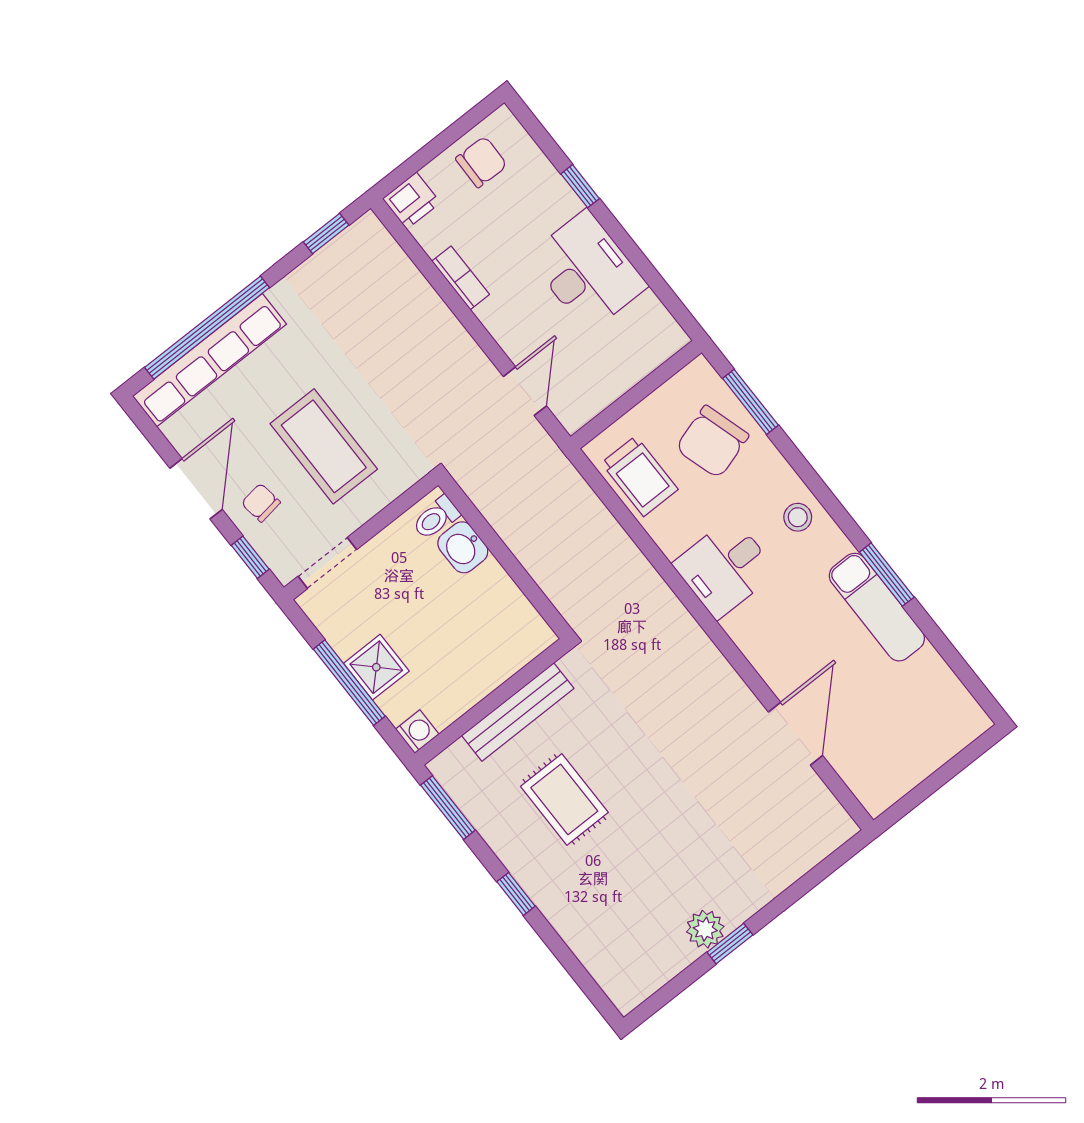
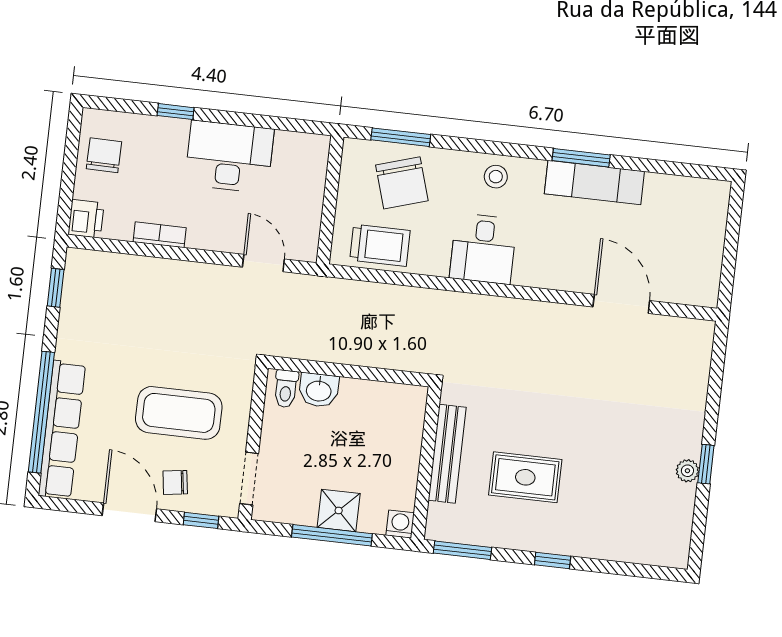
plant: (705, 929) -> (687, 471), width x0.73, depth x0.73

